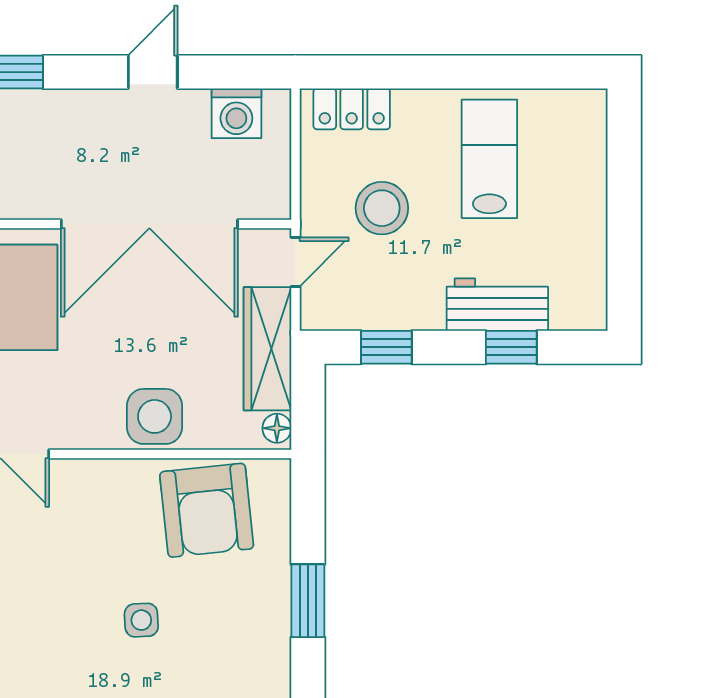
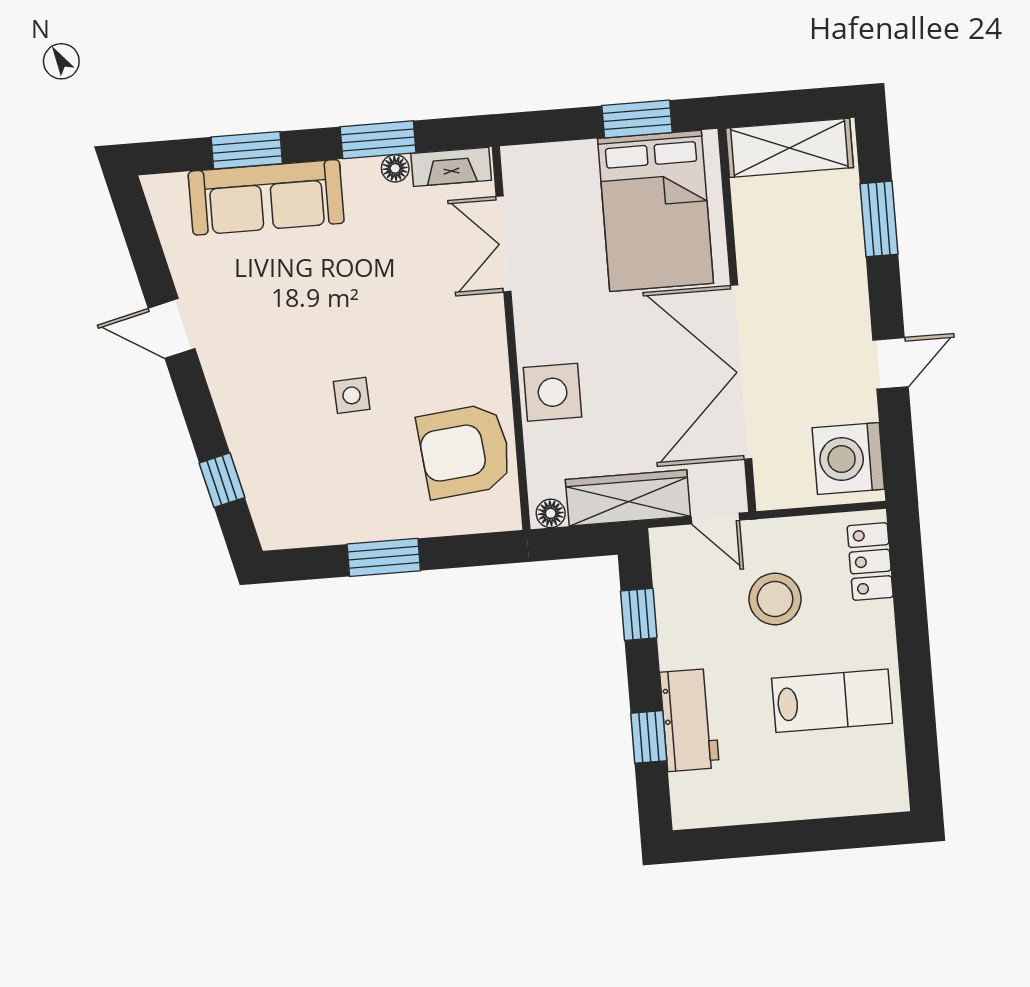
door: (153, 72) -> (891, 363), hinge flipped
washing machine: (236, 113) -> (848, 458), width x1.37, depth x1.37

